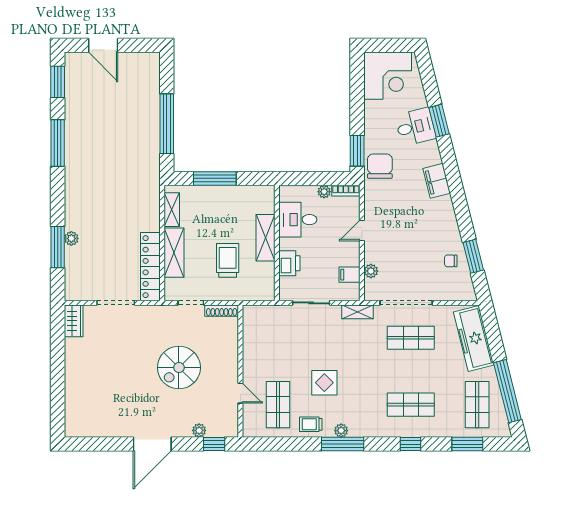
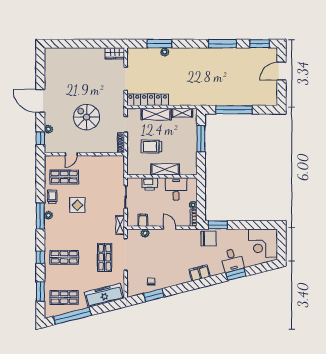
trolley: (228, 260) -> (151, 147), turned 180
shop shelf: (411, 405) -> (64, 257), turned 90

